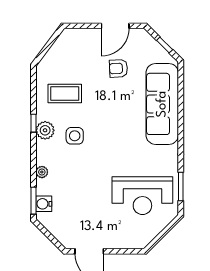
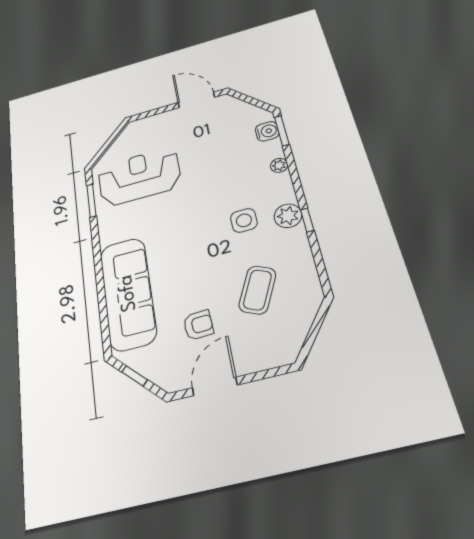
coffee table: (65, 93) -> (257, 290), moved, turned -65

